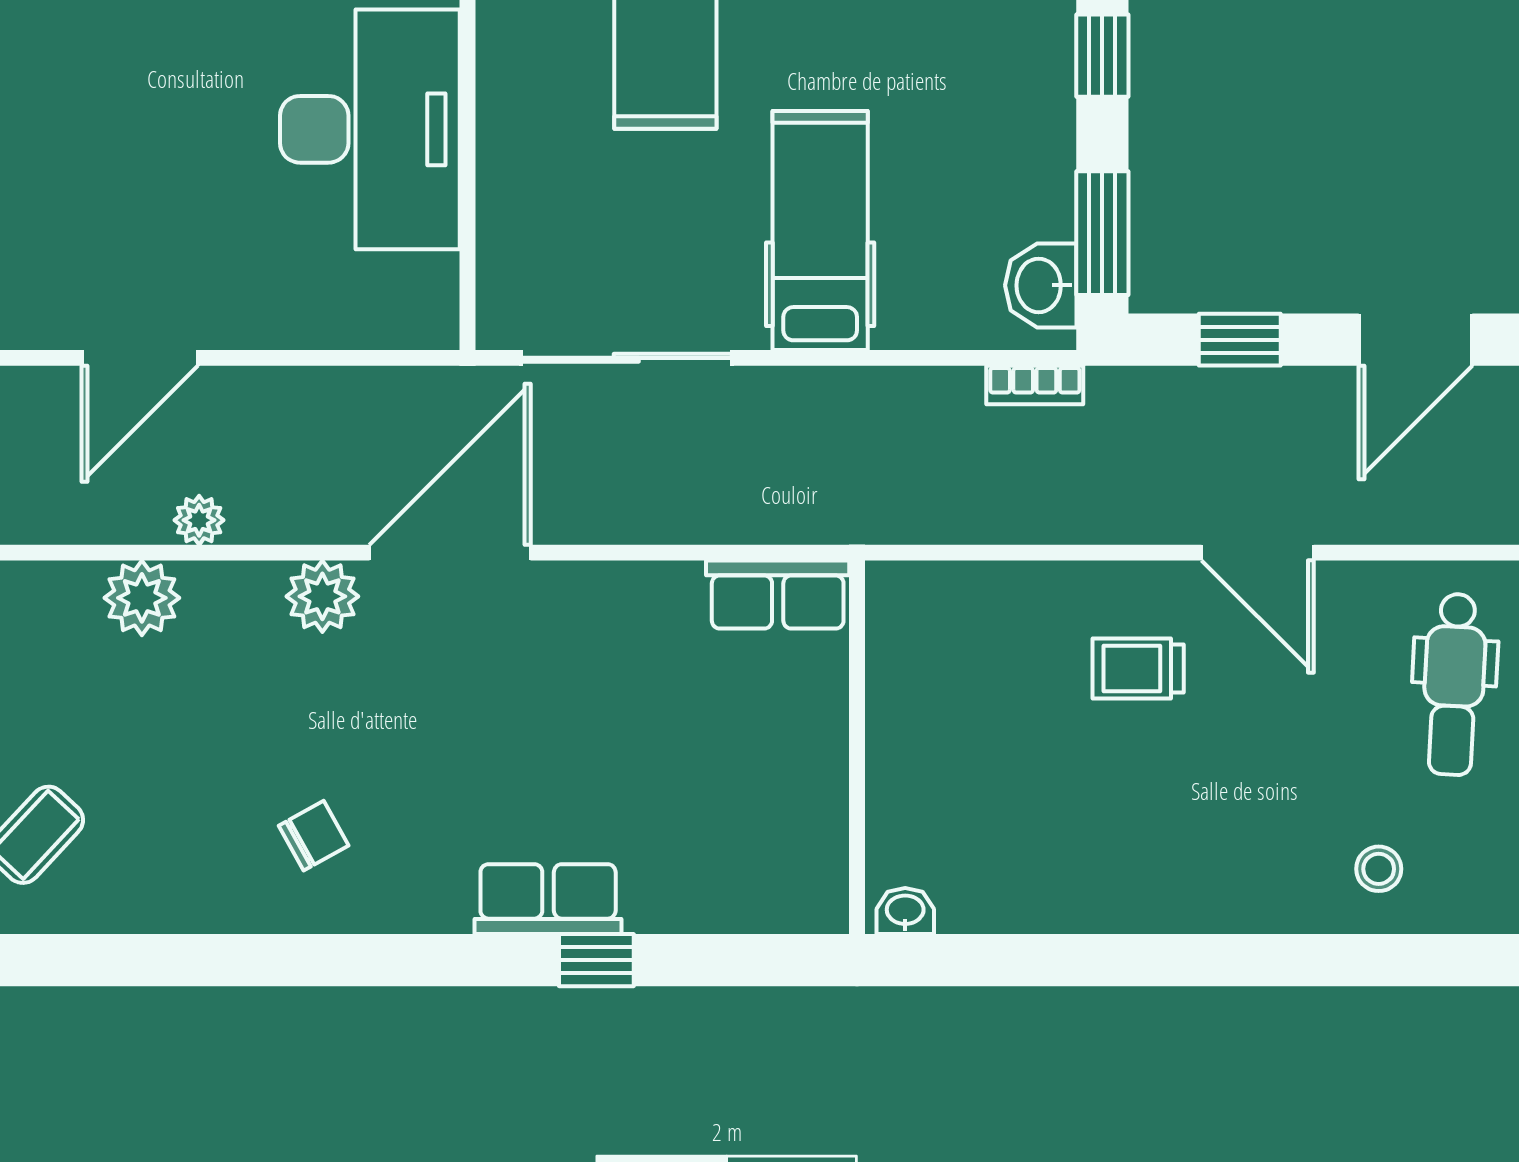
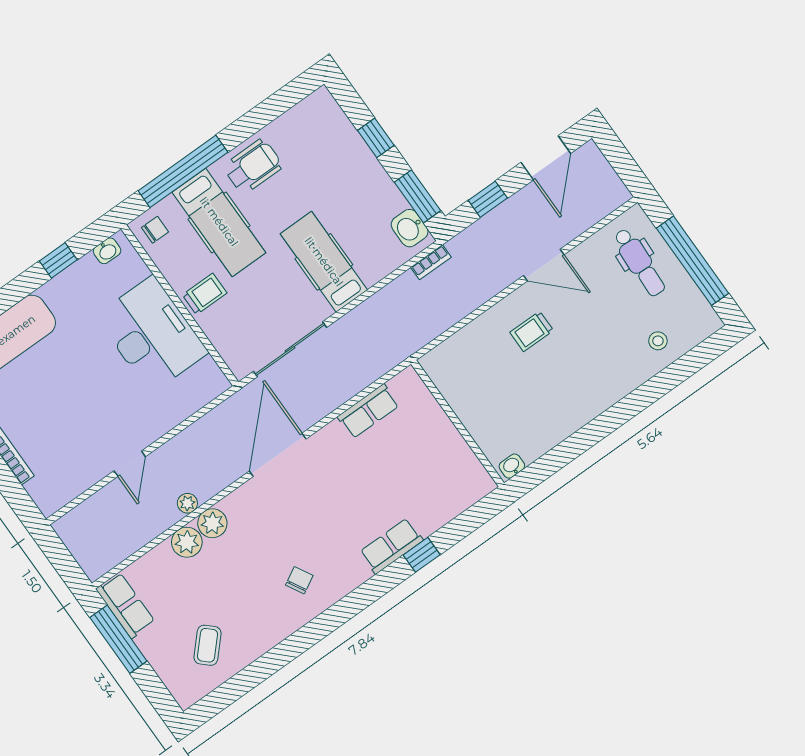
trolley: (534, 124) -> (205, 294), added
door: (140, 358) -> (130, 464), width x0.73
row of seats: (778, 595) -> (368, 411), moved
plant: (322, 596) -> (212, 523), moved

